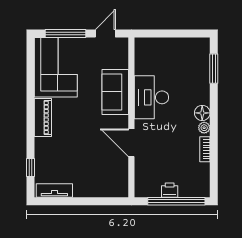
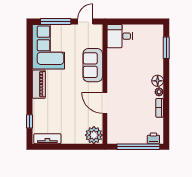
desk: (151, 97) -> (120, 36), moved, width x0.73
plant: (117, 186) -> (94, 135), added
printer: (170, 190) -> (153, 138), moved

